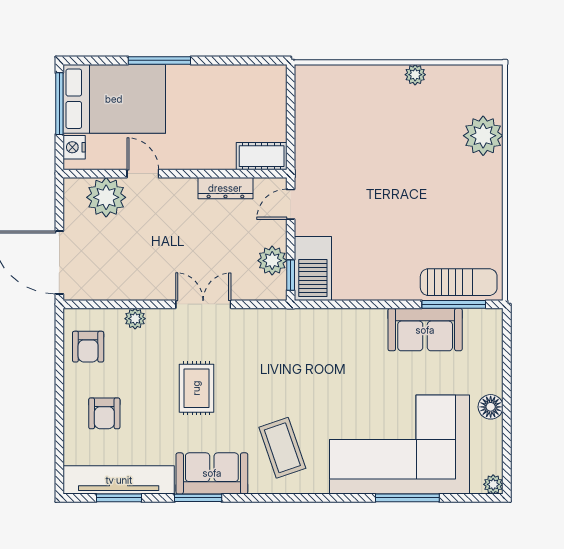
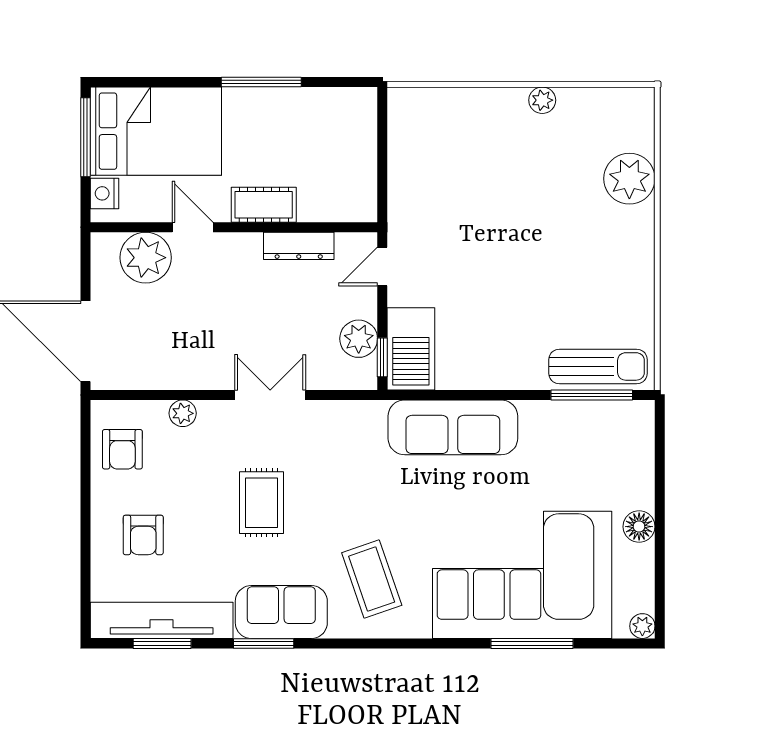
window: (159, 60) -> (261, 82), moved
cot: (262, 156) -> (264, 205), moved
sofa: (425, 330) -> (453, 427), moved, width x1.36

